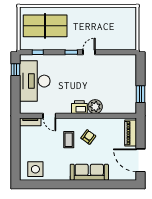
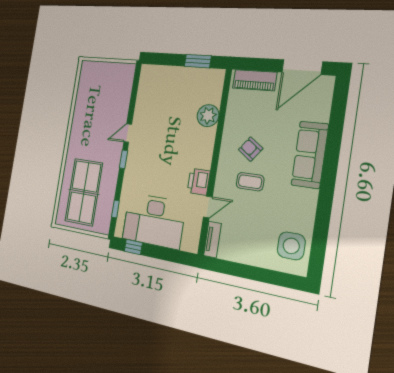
door: (89, 52) -> (128, 133), hinge flipped
printer: (79, 107) -> (199, 182), moved
plant: (95, 107) -> (208, 116), moved

